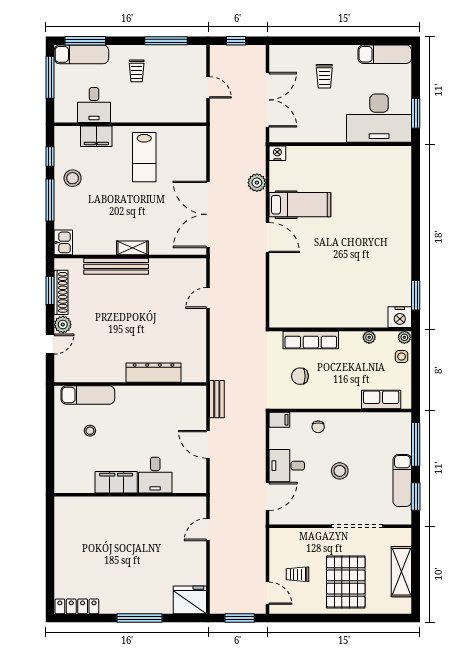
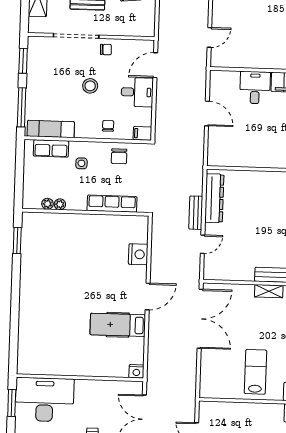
plant: (257, 183) -> (156, 346), removed
door: (268, 237) -> (148, 296), swing flipped
nightstand: (400, 317) -> (138, 254), moved, turned 90
plant: (404, 337) -> (48, 204), moved
side table: (402, 357) -> (81, 163), moved
dresser: (153, 373) -> (214, 198), moved, turned -90
chair: (300, 376) -> (119, 156), moved, turned 90
bench: (217, 399) -> (196, 213), moved
exam couch: (402, 481) -> (51, 129), moved, turned -90
chair: (323, 512) -> (106, 50), added

